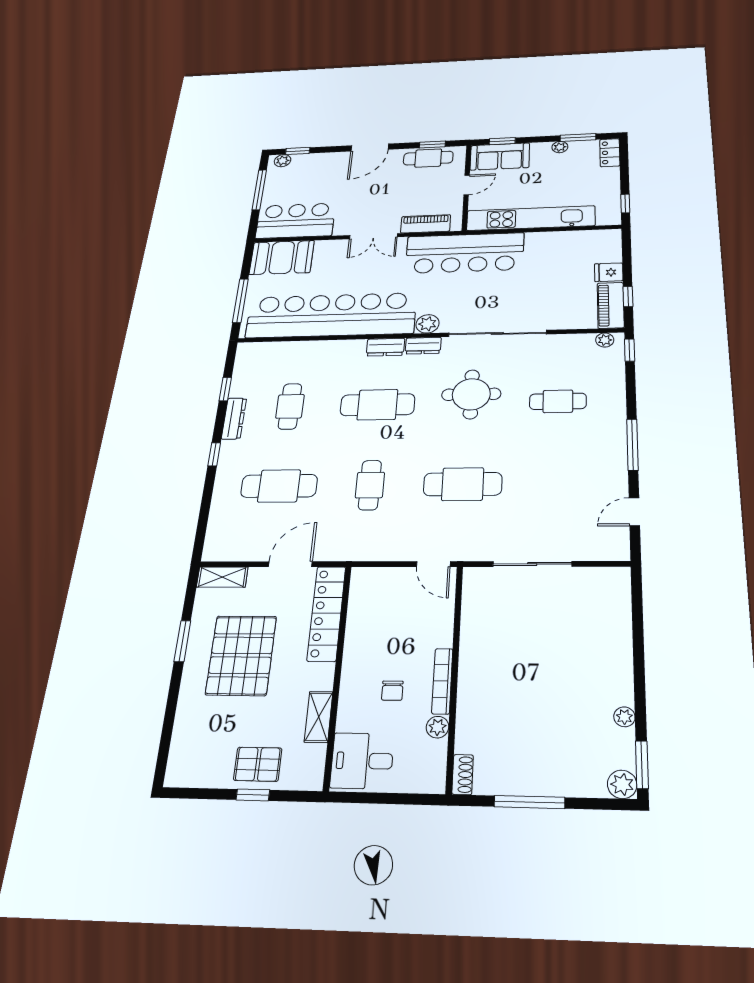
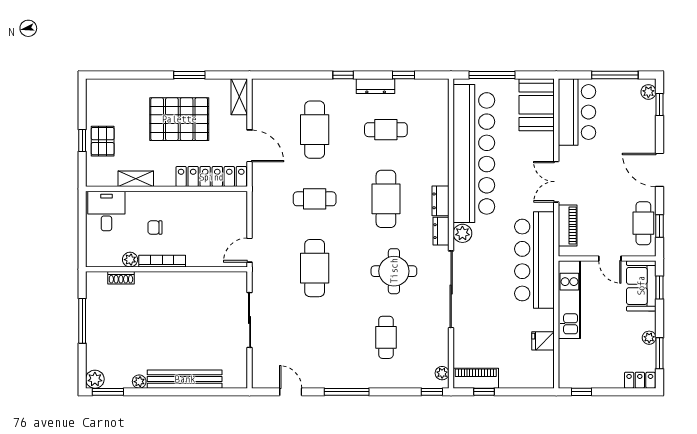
kitchen unit: (531, 218) -> (569, 300), width x0.73
fridge: (609, 272) -> (543, 341), moved, turned -90
bench: (619, 651) -> (185, 379), added
shoe rack: (463, 775) -> (121, 278), moved

